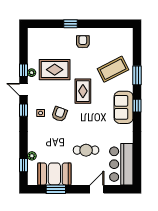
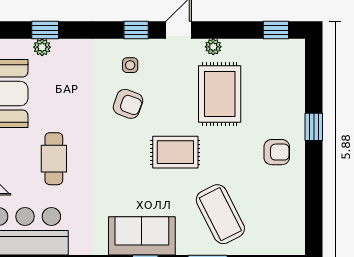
window: (24, 70) -> (276, 30), moved
window: (24, 165) -> (45, 30), moved

